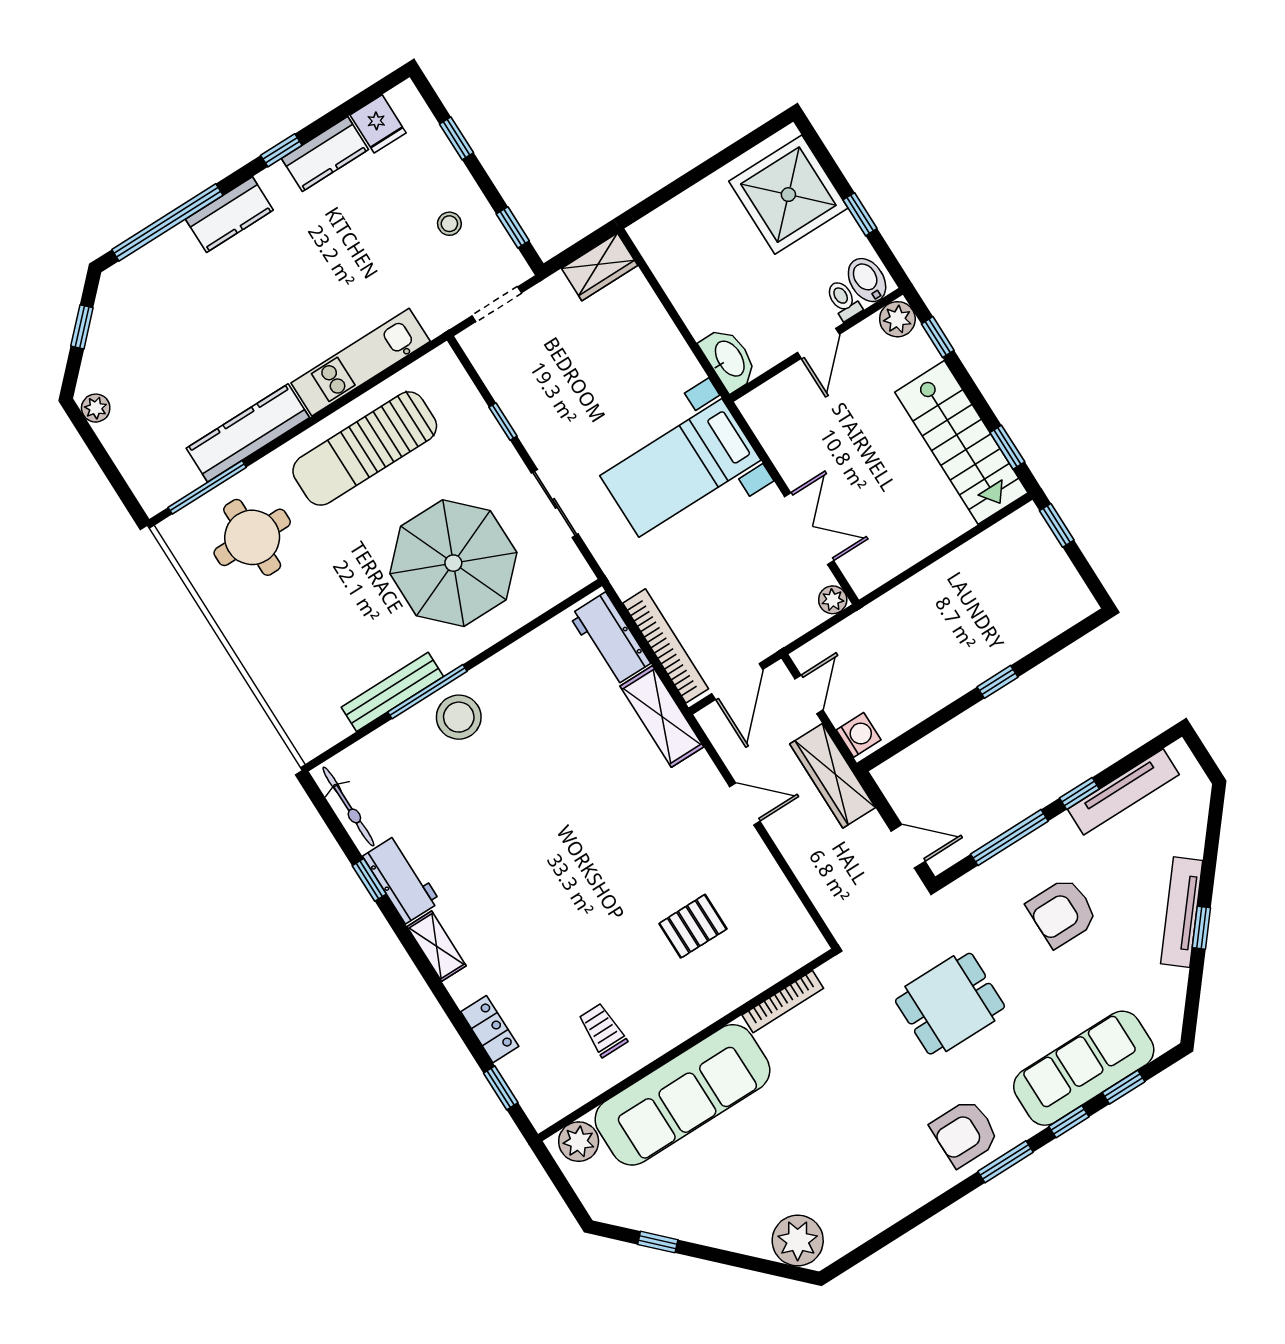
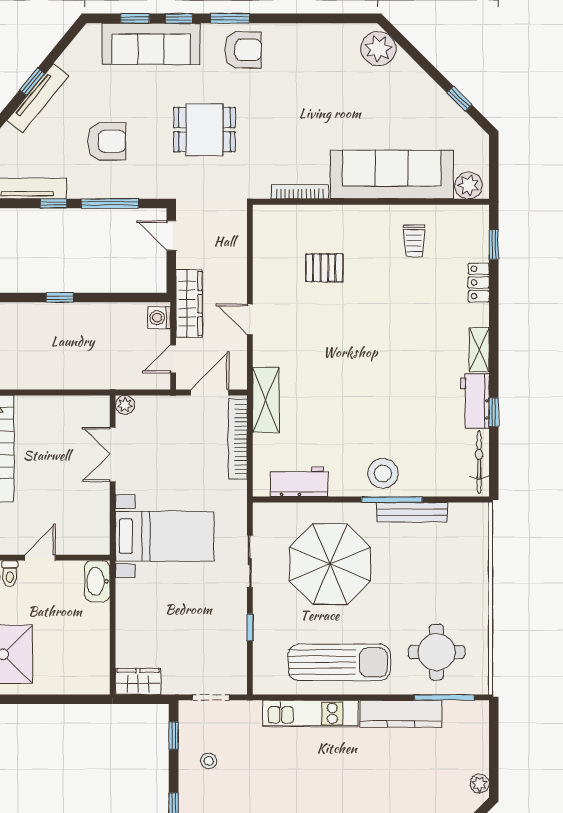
workbench: (610, 639) -> (299, 482), moved, turned -90

